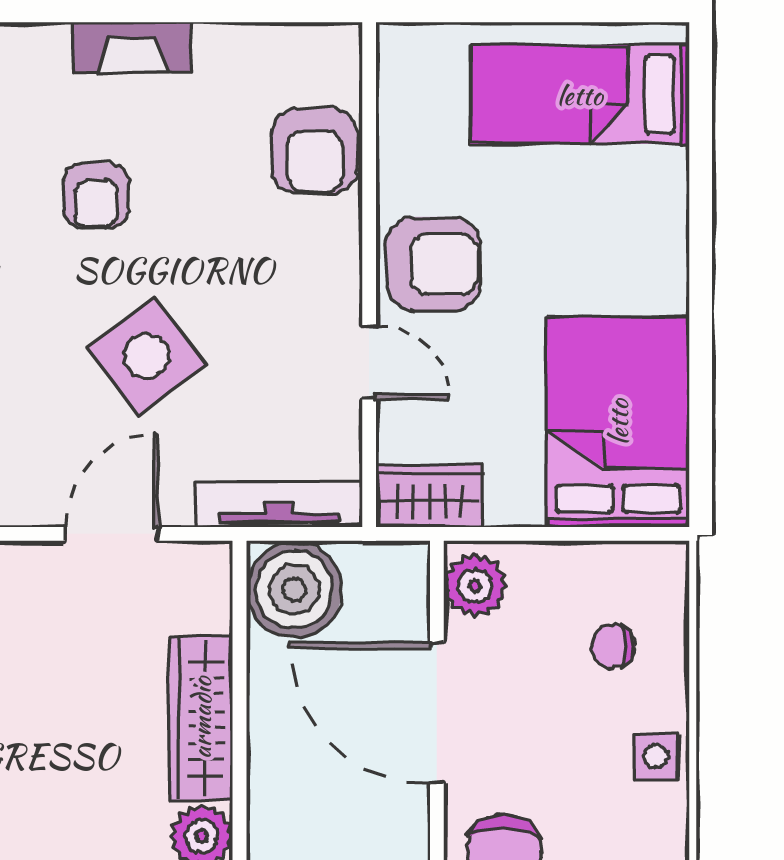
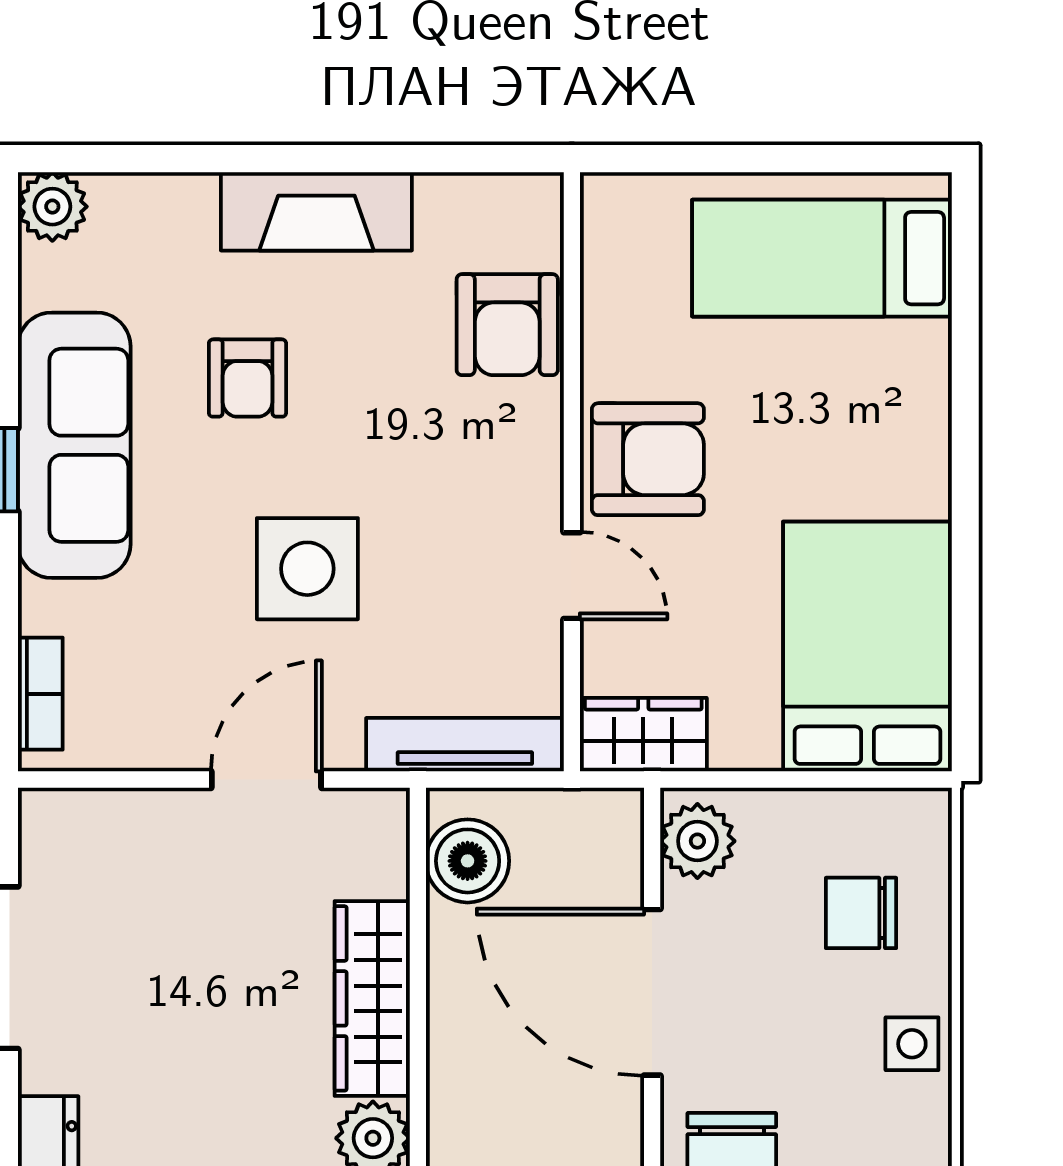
fireplace: (132, 47) -> (316, 211), width x1.37, depth x1.32
side table: (146, 356) -> (307, 569), turned 37
boiler: (294, 590) -> (468, 861), width x0.73, depth x0.73
chair: (613, 646) -> (861, 913), width x1.37, depth x1.37

